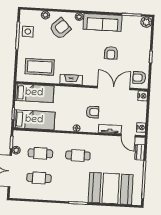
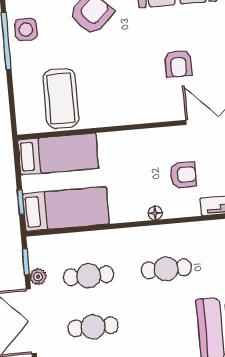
armchair: (111, 53) -> (178, 64), moved
coffee table: (40, 67) -> (61, 98), turned 90
fireplace: (71, 80) -> (129, 115), removed

